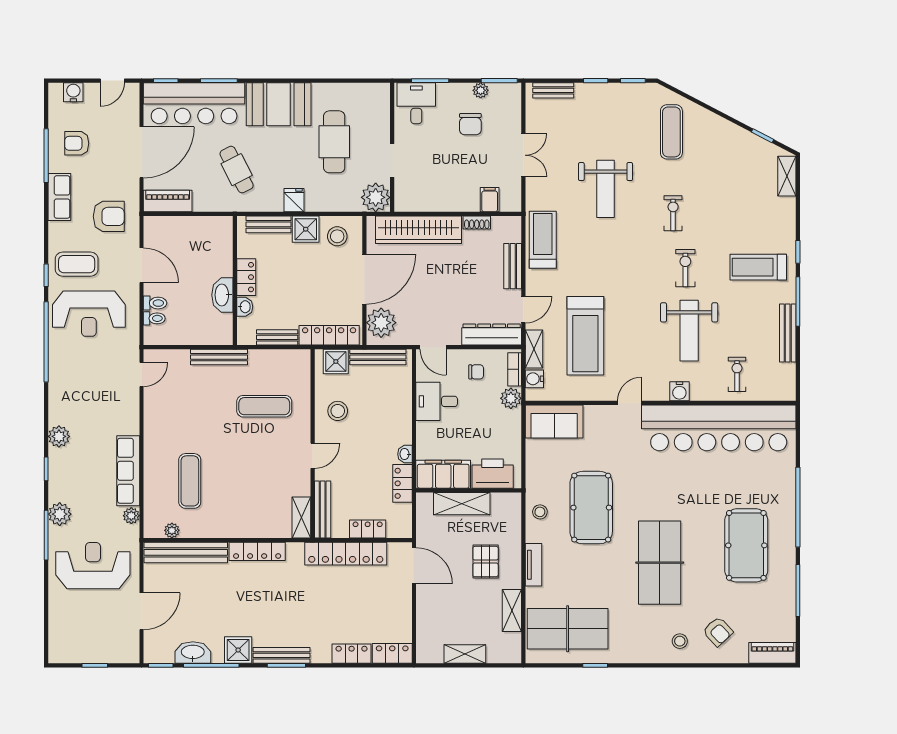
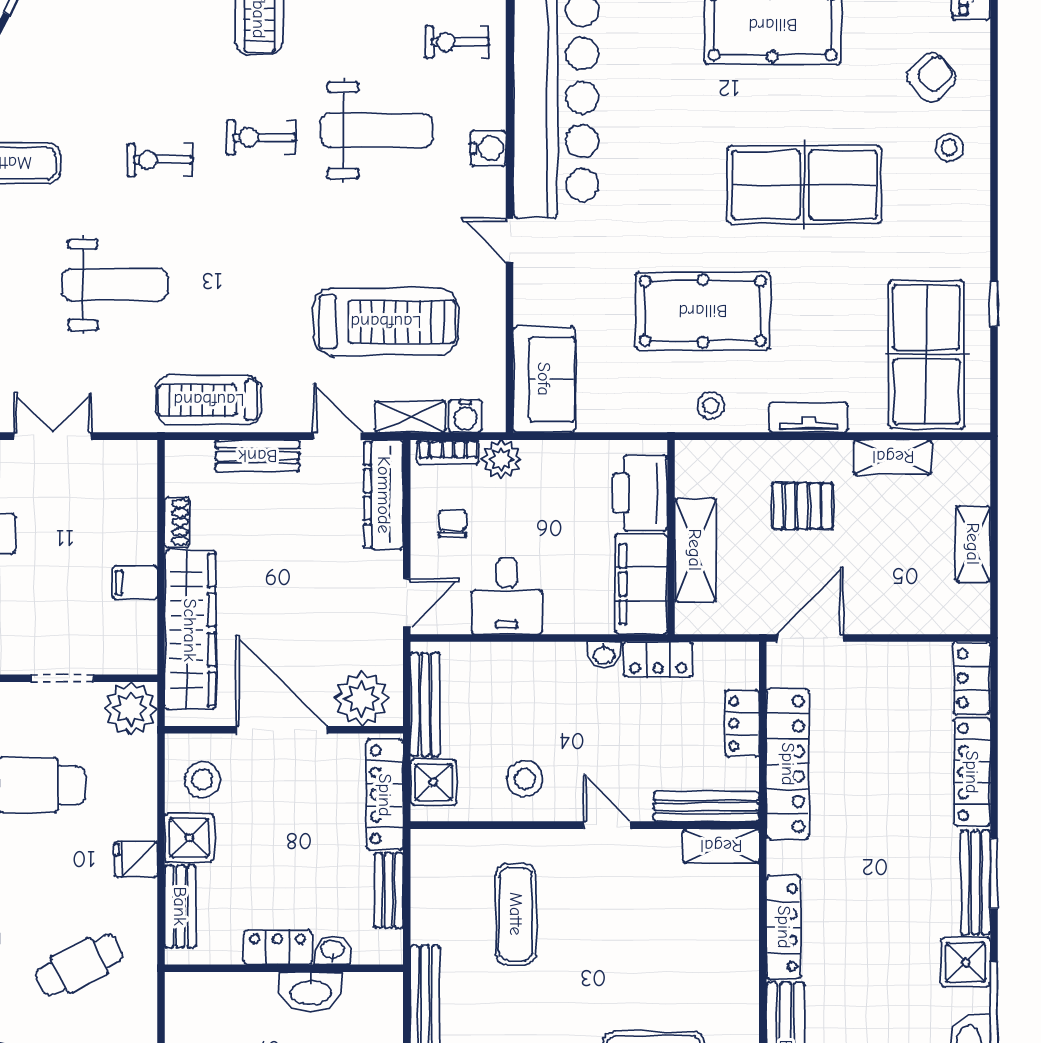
filing cabinet: (490, 200) -> (135, 583), moved
locker: (352, 654) -> (972, 772), width x1.53

